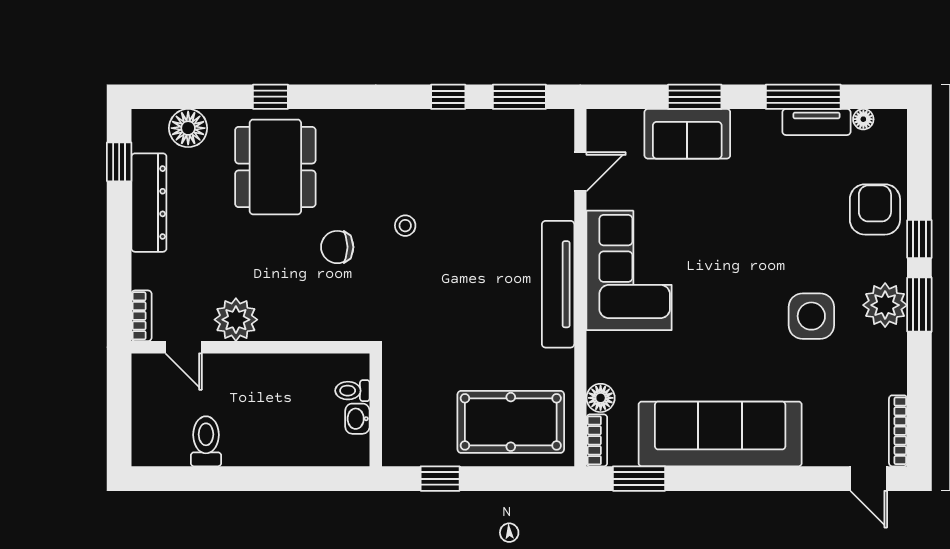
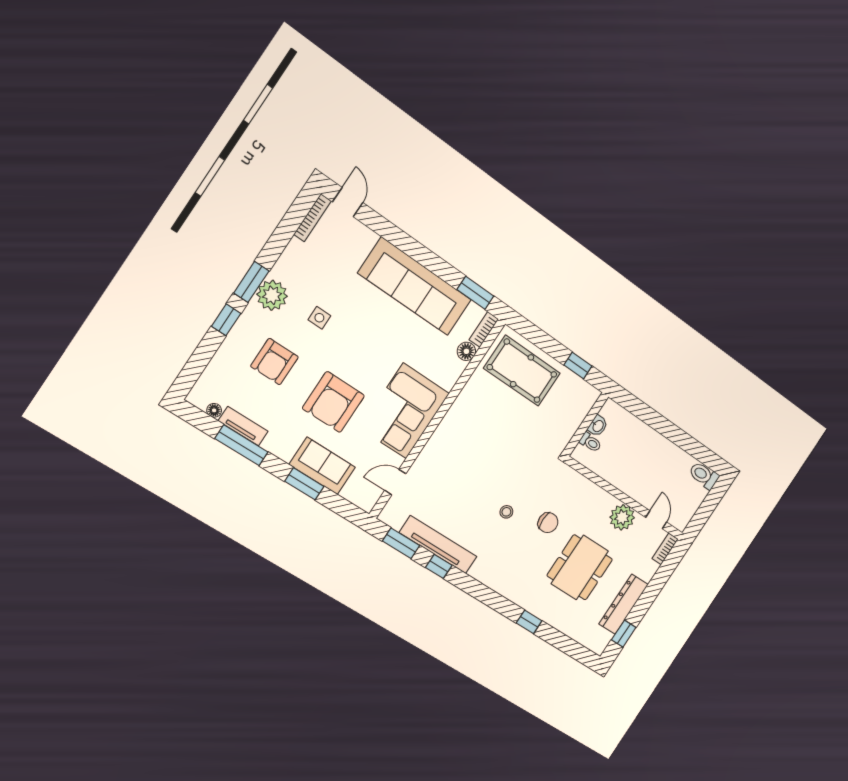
floor lamp: (188, 128) -> (580, 630), removed
dining table: (275, 167) -> (580, 567), moved
armchair: (875, 209) -> (274, 362), moved
armchair: (726, 223) -> (333, 402), added
tv unit: (558, 284) -> (438, 545), moved, turned -90
side table: (811, 316) -> (319, 318), width x0.54, depth x0.54
toilet: (206, 441) -> (704, 475), moved, turned 90

